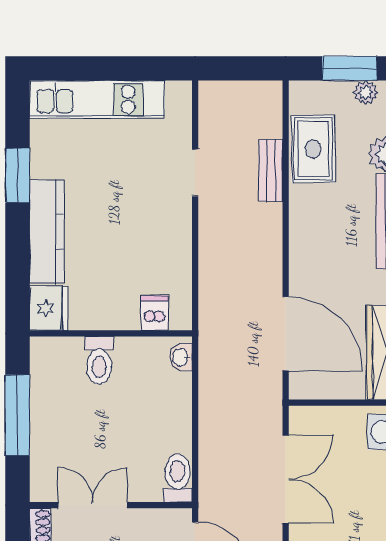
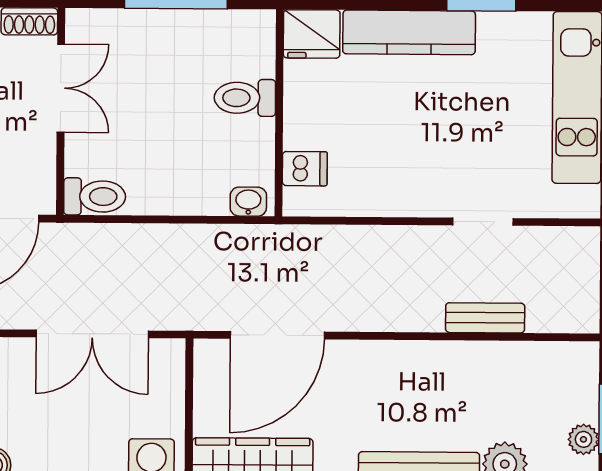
rug: (313, 149) -> (512, 372), removed

